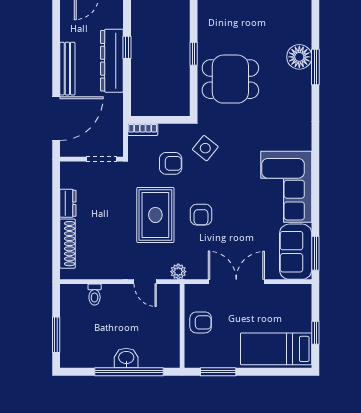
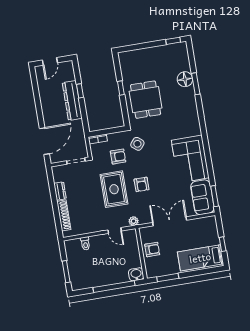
bench: (67, 69) -> (46, 110), removed
dining table: (230, 79) -> (146, 100), turned 90
washbasin: (126, 358) -> (136, 274), moved

